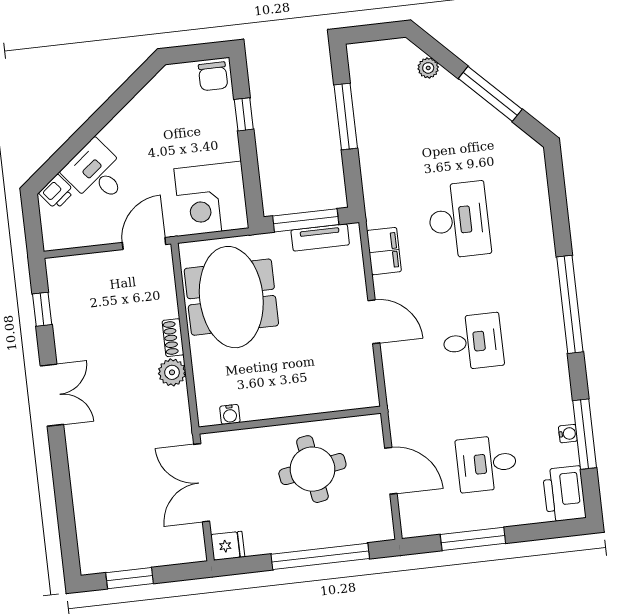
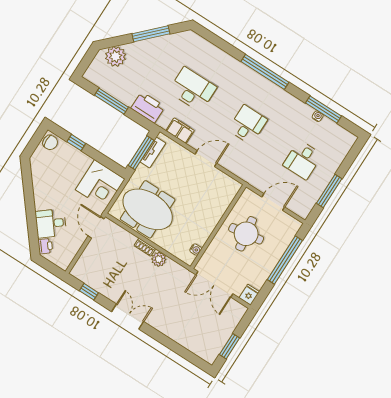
plant: (428, 68) -> (116, 56), width x1.88, depth x1.88
printer: (564, 494) -> (148, 107), moved, turned 180

